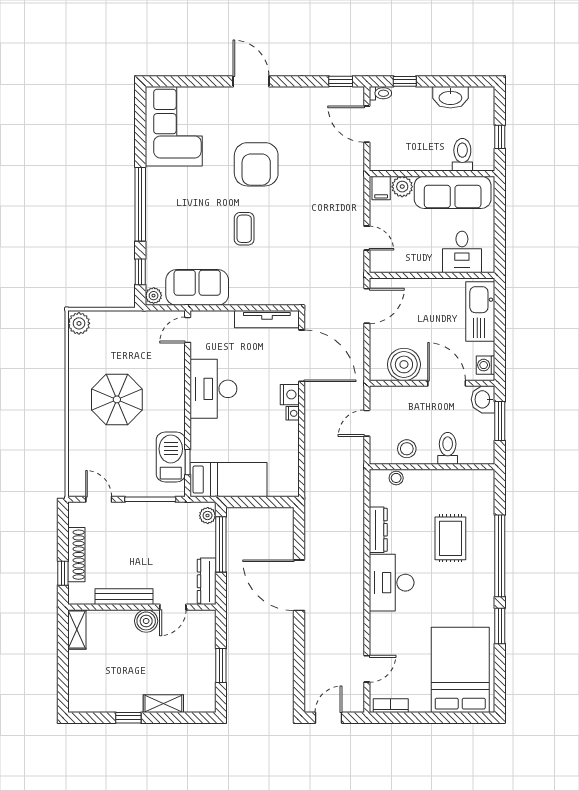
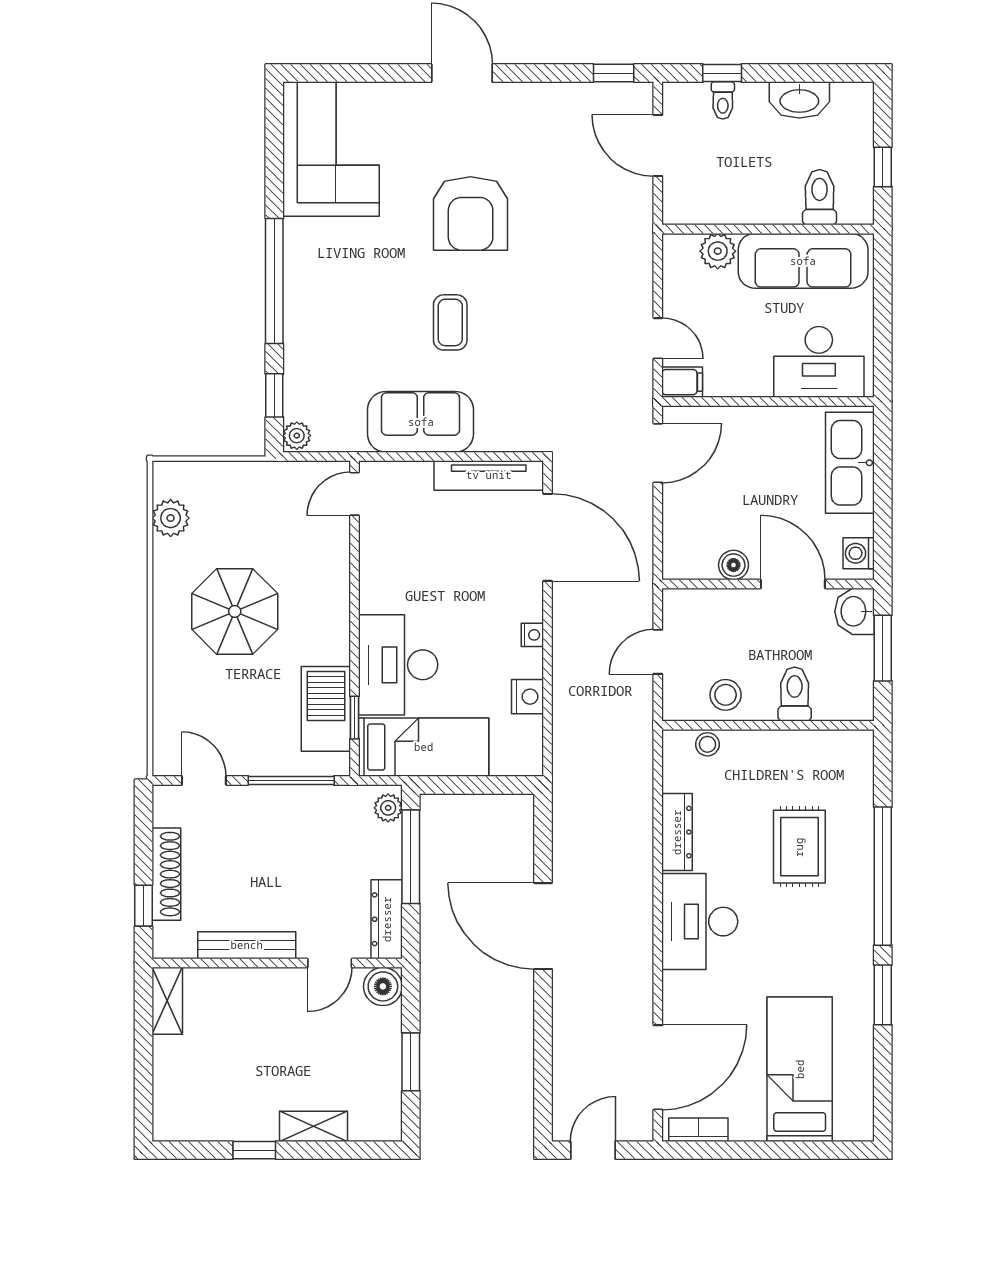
toilet: (380, 93) -> (723, 100), moved, turned 90
filing cabinet: (381, 188) -> (682, 382), moved, turned -90
desk: (462, 252) -> (819, 362), width x1.37
sofa: (197, 287) -> (421, 422), moved
plant: (79, 323) -> (171, 518), moved
boiler: (404, 364) -> (733, 565), width x0.54, depth x0.54
desk: (213, 389) -> (398, 665), moved
nightstand: (290, 395) -> (527, 697), moved
boiler: (146, 621) -> (383, 986), moved
door: (367, 669) -> (658, 1067), width x1.87
bed: (460, 670) -> (800, 1069), width x0.67

